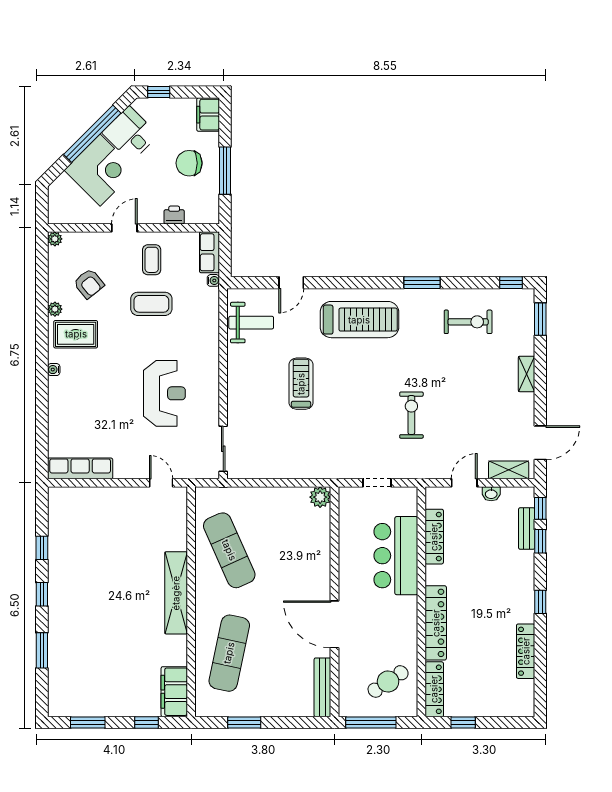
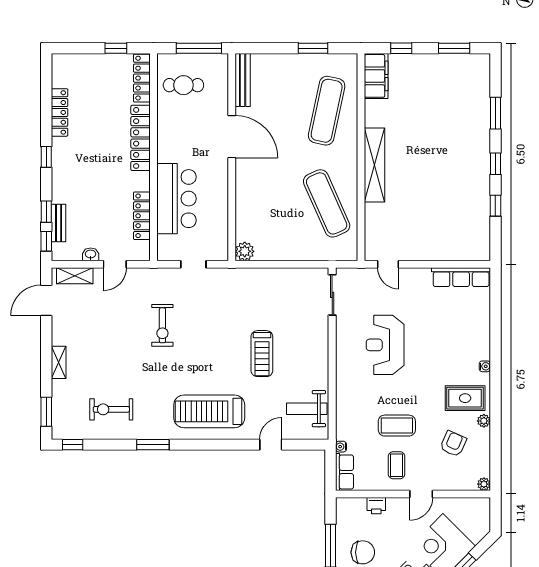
armchair: (89, 284) -> (453, 444), turned 63
cafe table: (388, 681) -> (183, 85), turned 34

